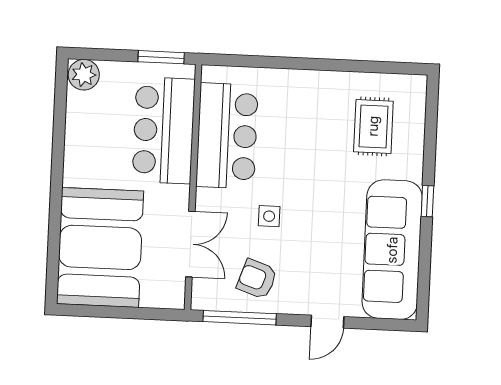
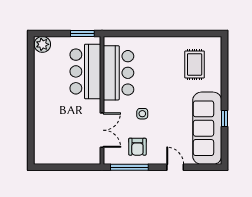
window: (427, 201) -> (224, 118), moved
booth: (100, 247) -> (55, 134), removed
armchair: (257, 279) -> (137, 147), turned -109
door: (327, 322) -> (175, 167), swing flipped

